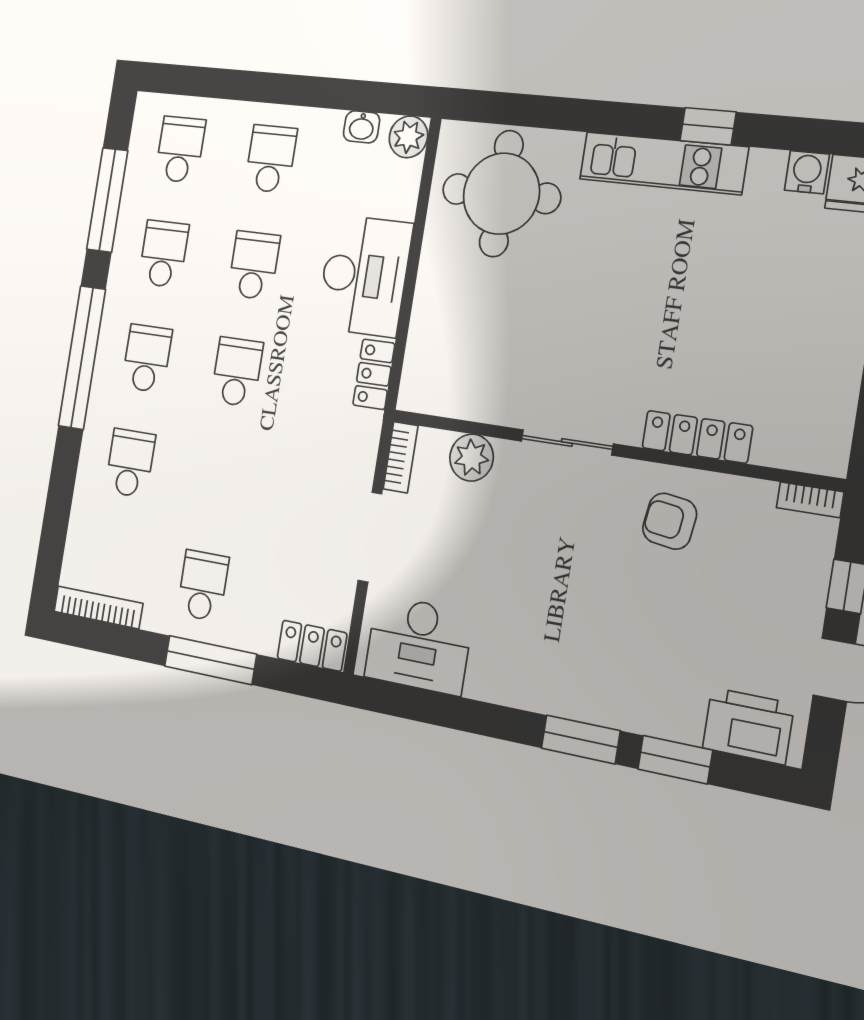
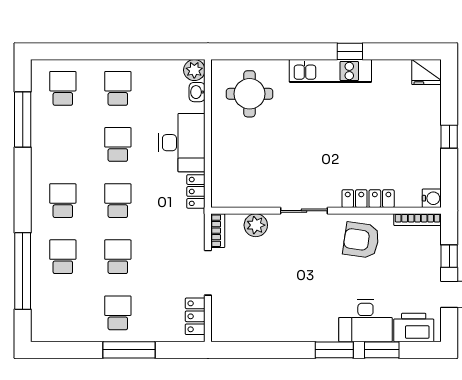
washbasin: (362, 127) -> (197, 92), moved, turned 90
water cooler: (807, 172) -> (432, 198), moved, turned 90
round table: (501, 194) -> (250, 94), width x0.73, depth x0.73
school desk: (163, 254) -> (118, 257), moved
window: (82, 358) -> (23, 271), moved
bookcase: (810, 500) -> (418, 220), width x1.56
armchair: (670, 521) -> (361, 240), width x1.38, depth x1.38
bookcase: (98, 607) -> (57, 335), removed
desk: (418, 645) -> (365, 321), moved
locker: (312, 646) -> (195, 316), moved, turned -90

